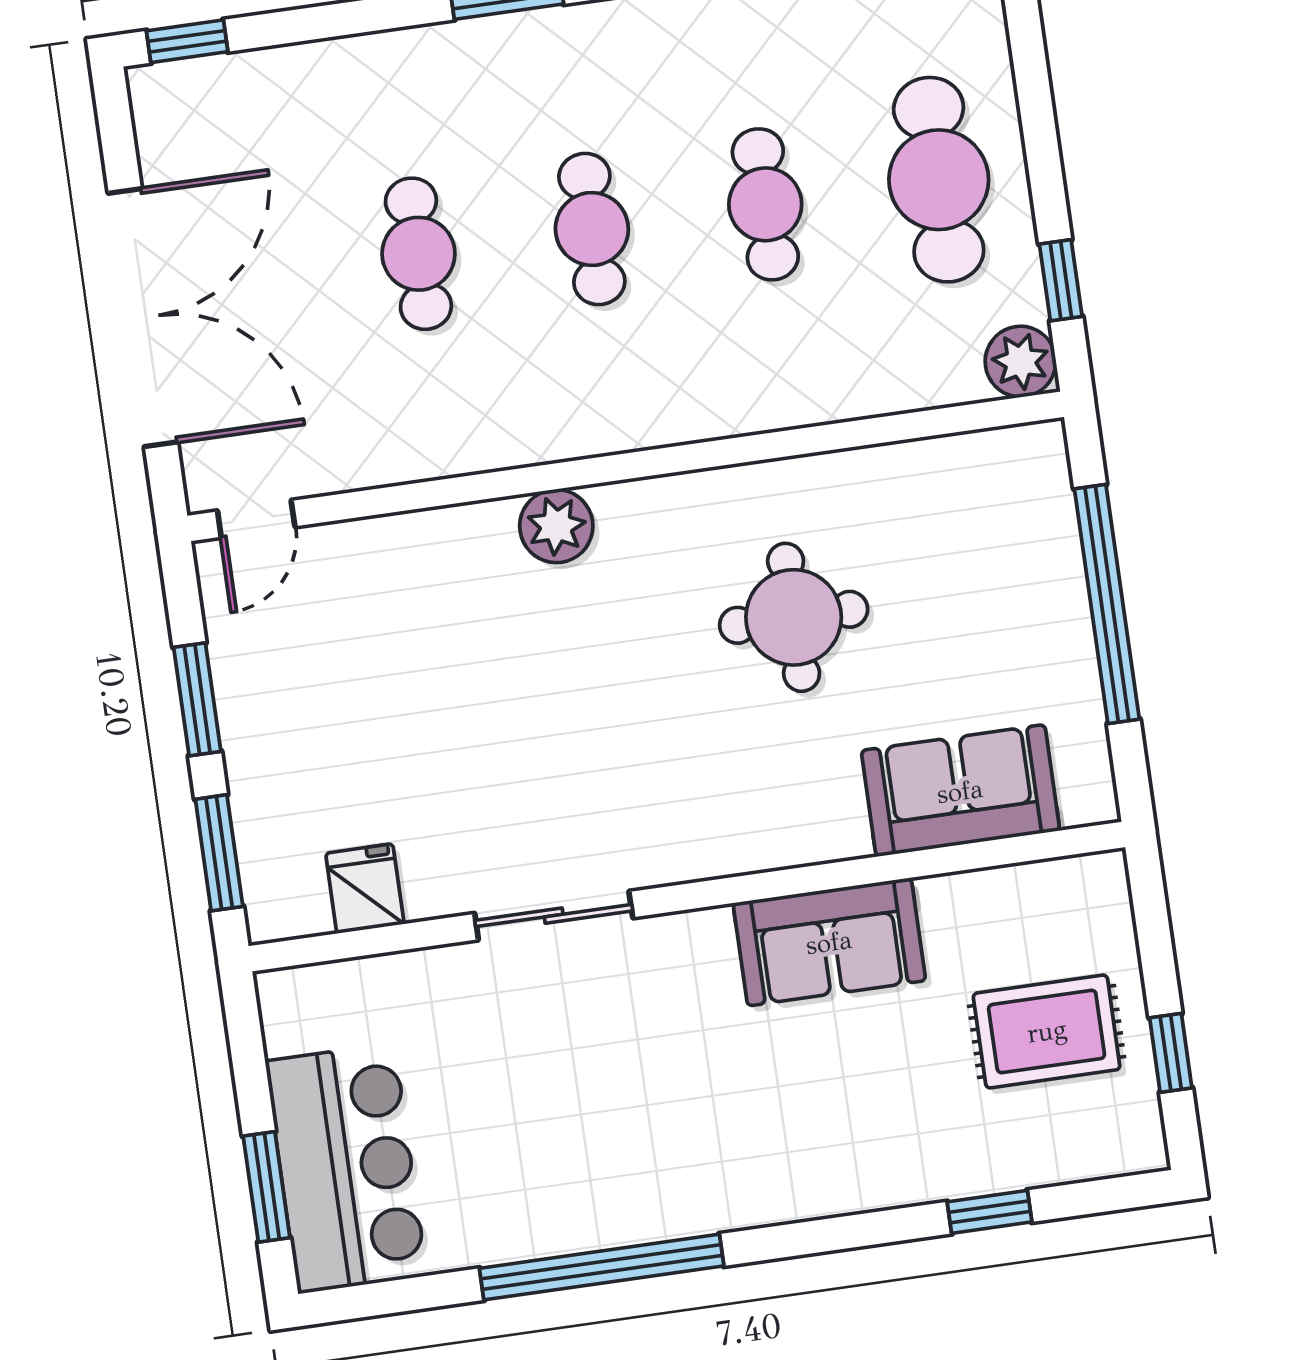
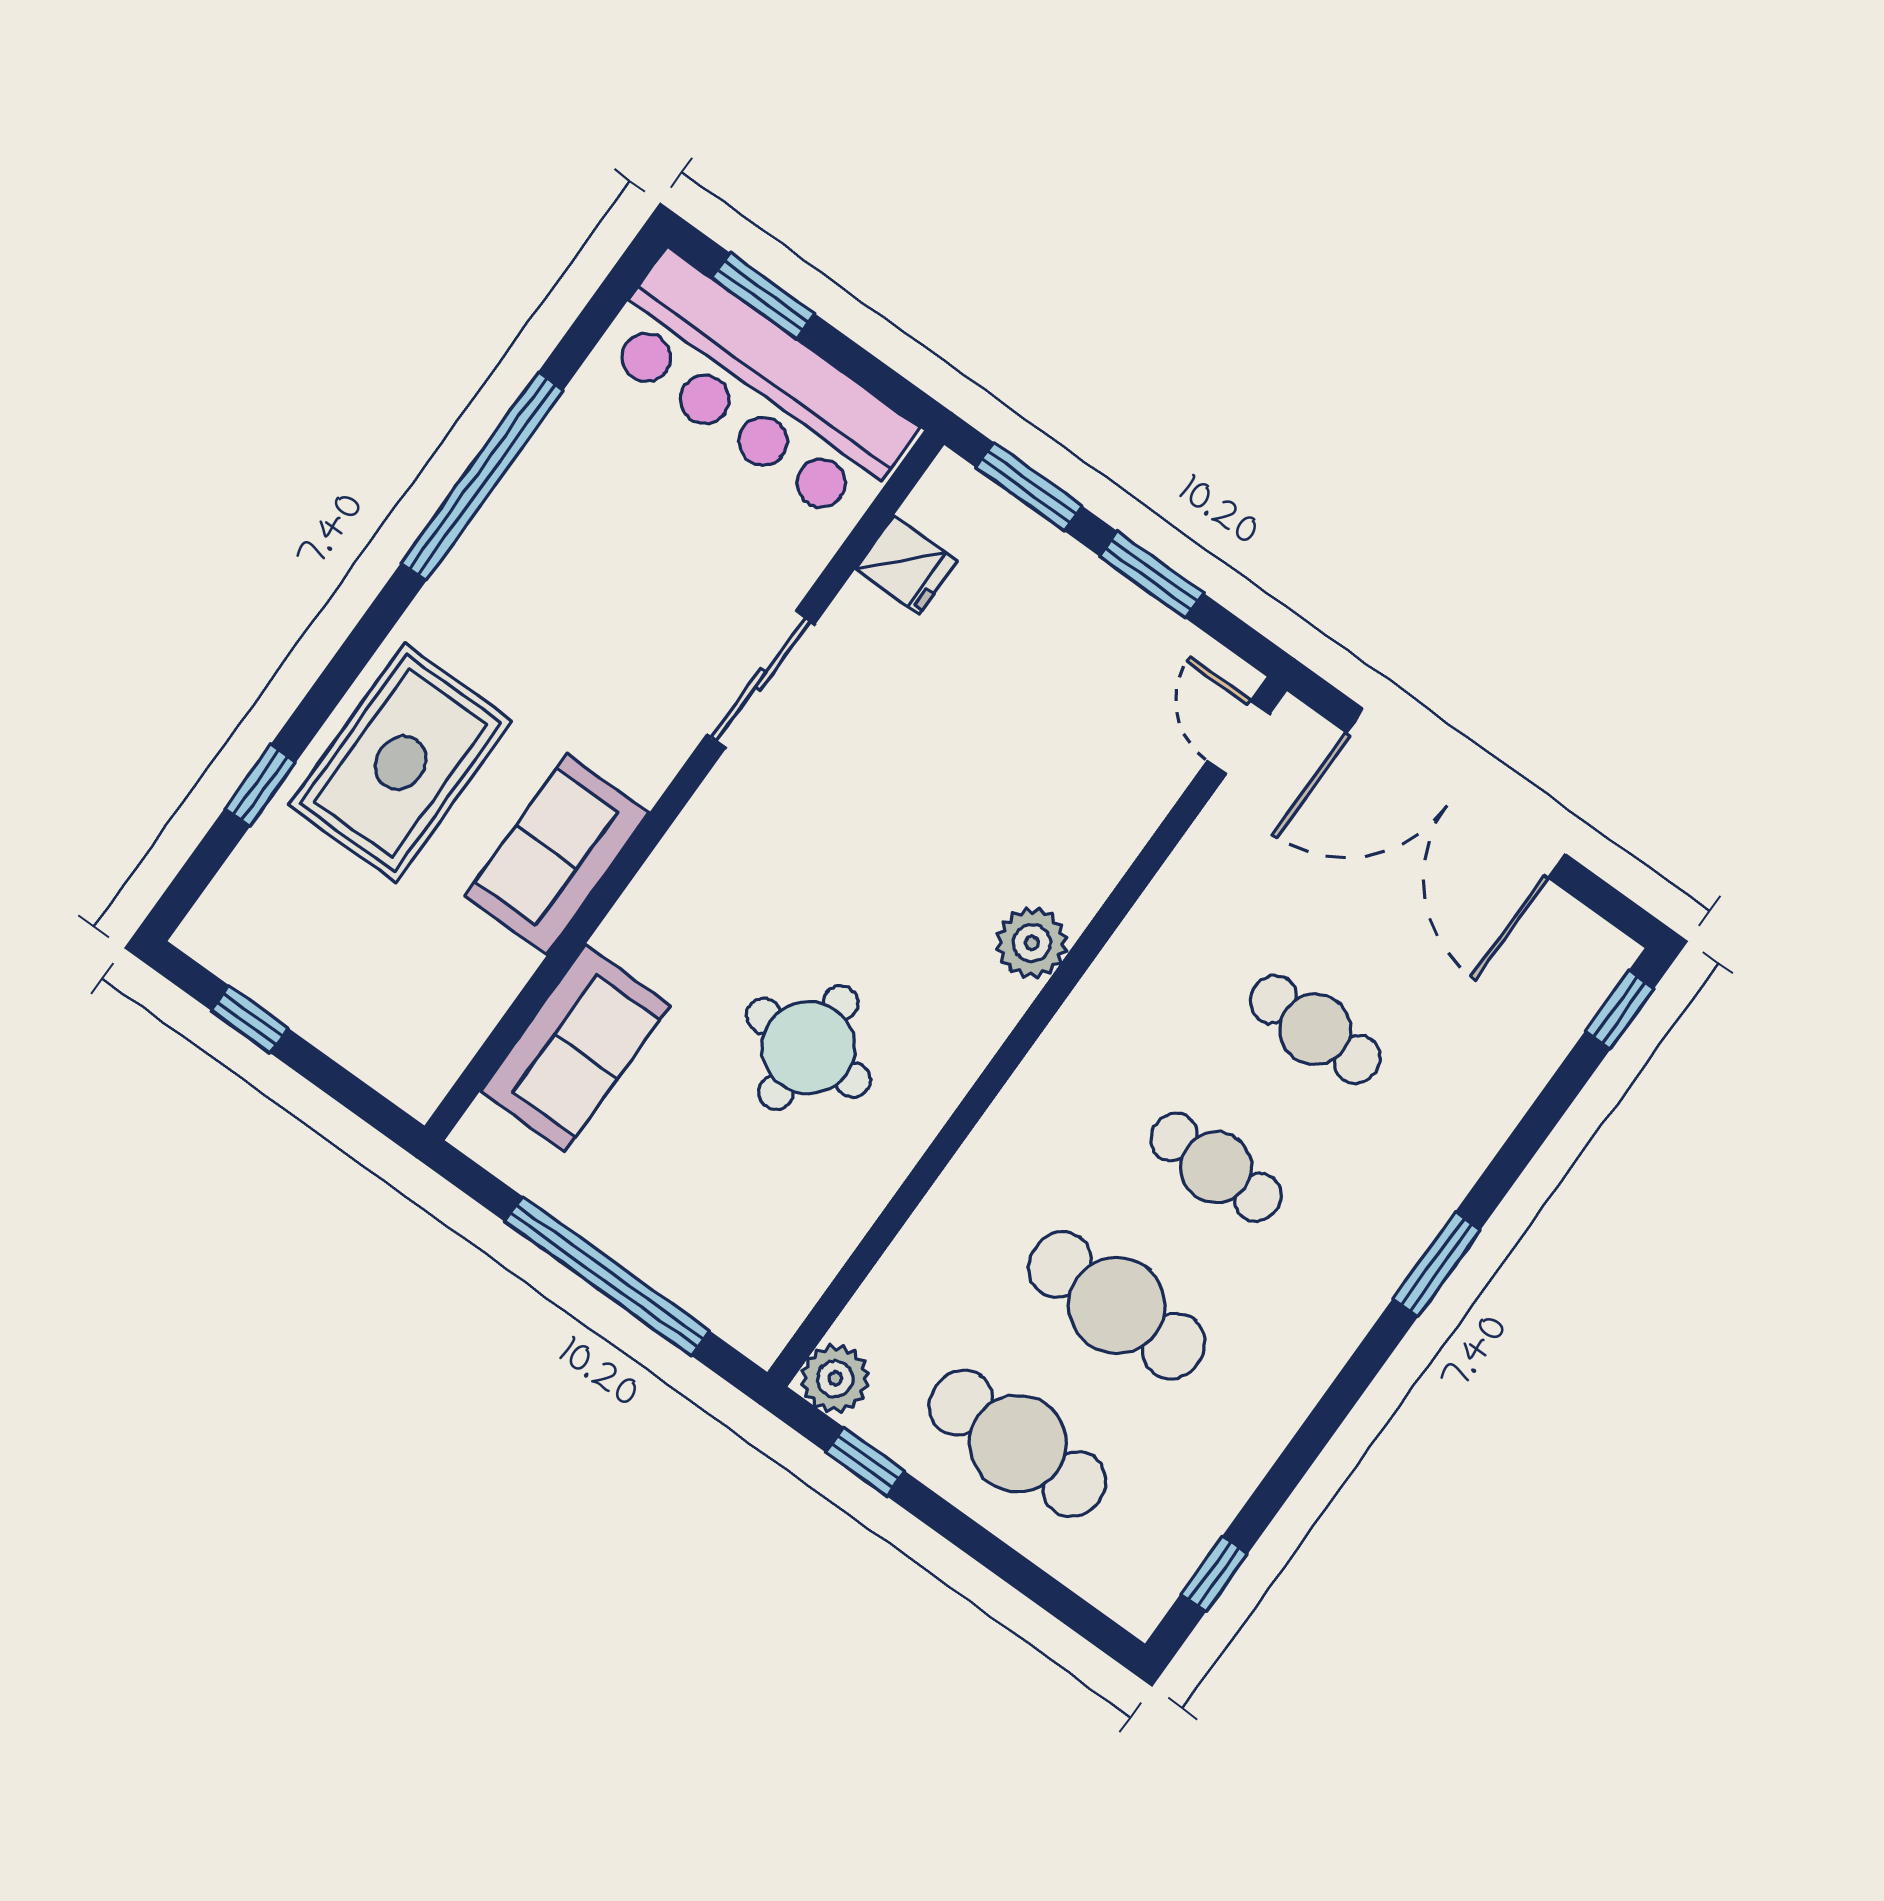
cafe table: (765, 204) -> (1117, 1305), width x1.37, depth x1.35
rug: (1047, 1031) -> (400, 763), moved, width x1.36, depth x1.43
bar counter: (346, 1168) -> (757, 388), width x1.36

